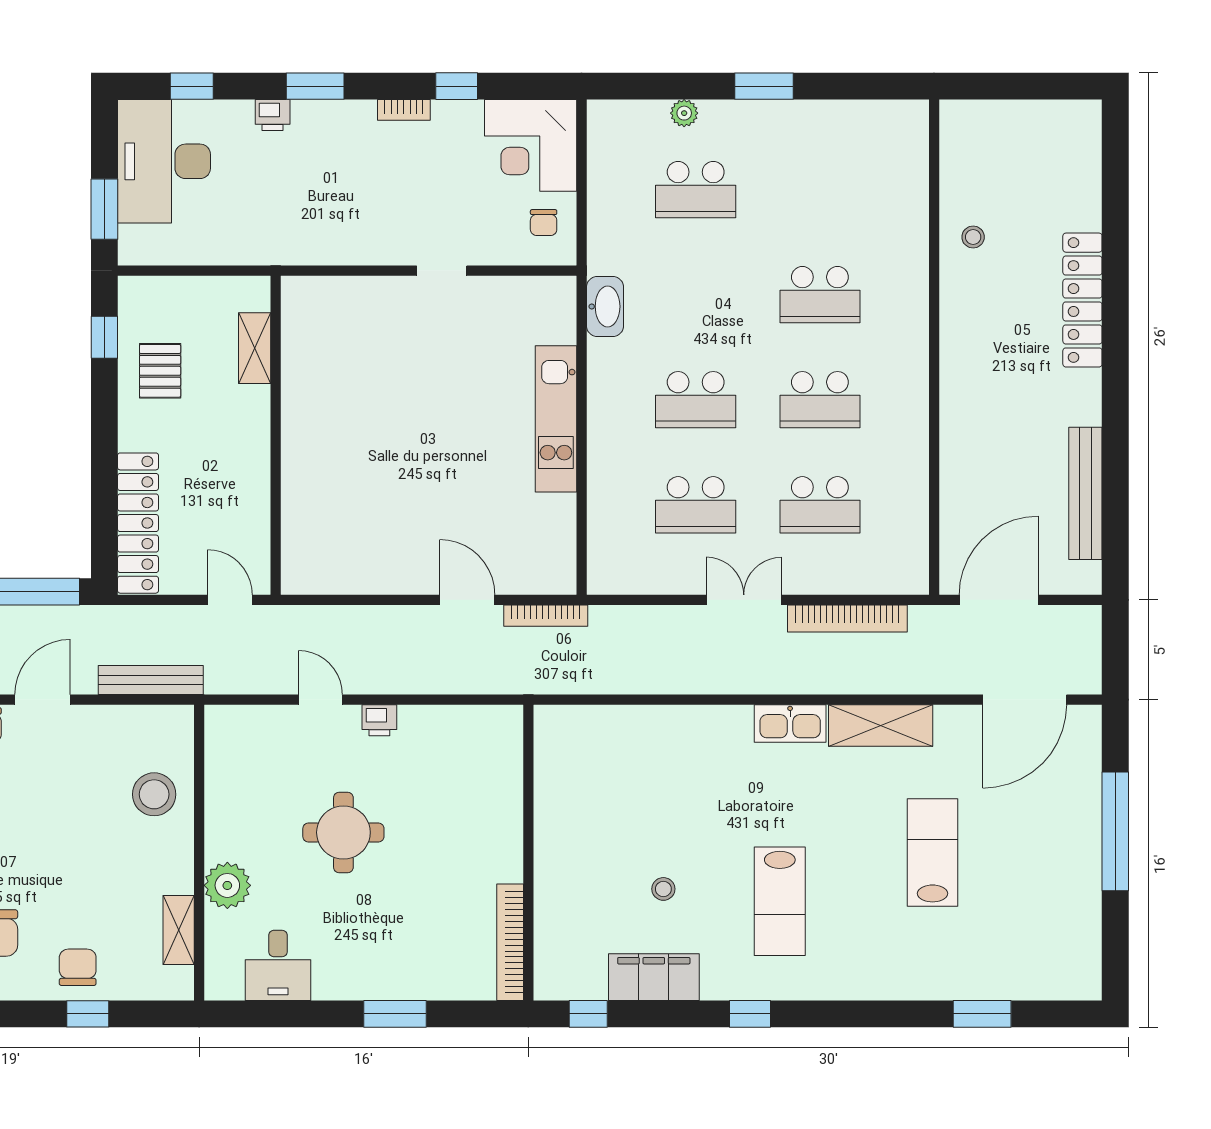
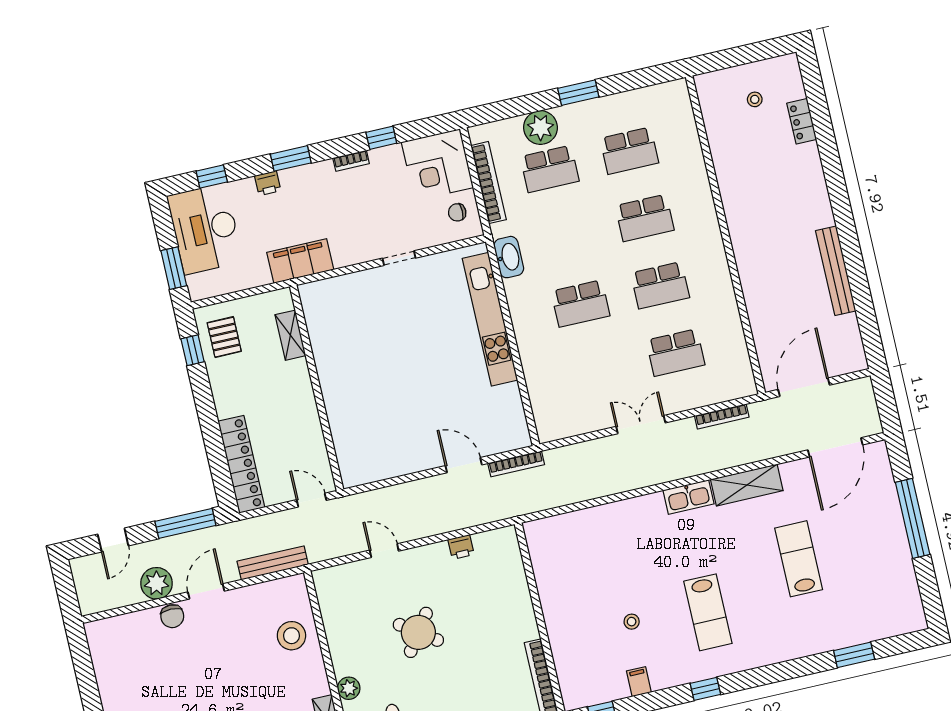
plant: (684, 113) -> (541, 128), width x1.87, depth x1.87
bookcase: (600, 189) -> (489, 183), added
chair: (544, 223) -> (457, 212), turned 90
stool: (973, 237) -> (755, 99), moved
filing cabinet: (294, 241) -> (300, 261), added
locker: (1082, 300) -> (802, 121), moved, width x0.46, depth x0.83
pallet: (160, 371) -> (224, 337), moved
kitchen unit: (556, 419) -> (490, 319), width x1.36
bench: (1085, 493) -> (836, 271), moved
school desk: (696, 505) -> (629, 151), moved
bookcase: (847, 618) -> (722, 416), width x0.68, depth x0.76
printer: (379, 720) -> (461, 547), moved
round table: (343, 832) -> (418, 632), turned 35
plant: (227, 885) -> (349, 688), width x0.73, depth x0.73
filing cabinet: (654, 977) -> (639, 682), width x0.33, depth x0.86

